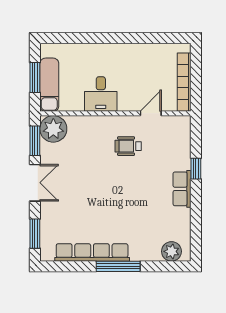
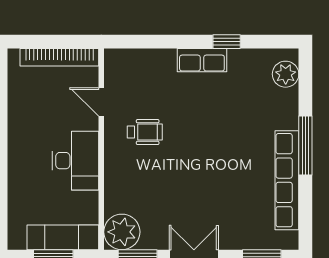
desk: (101, 94) -> (75, 161), width x1.37
wheelchair: (128, 146) -> (145, 132), turned -90
window: (196, 169) -> (227, 42), moved

